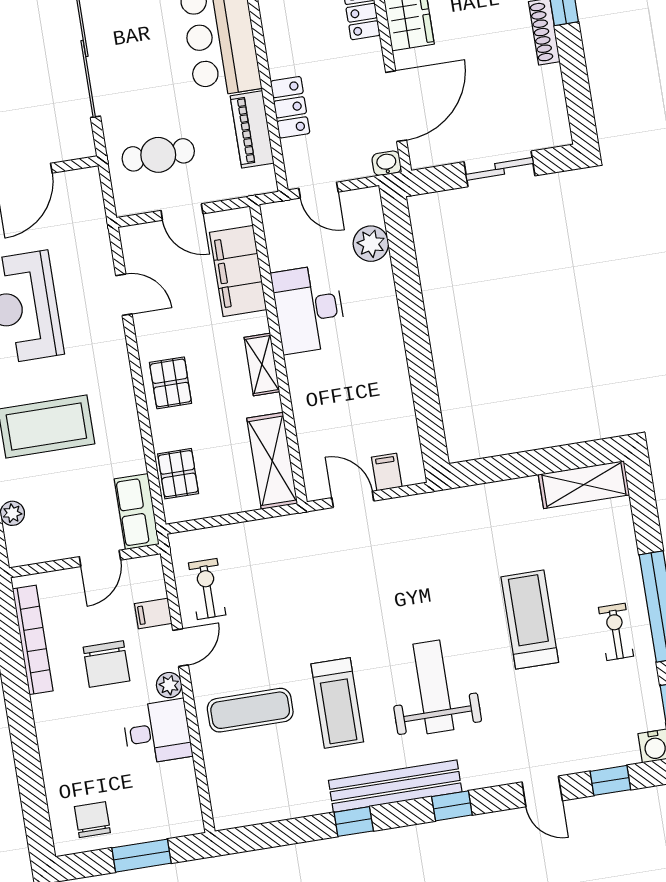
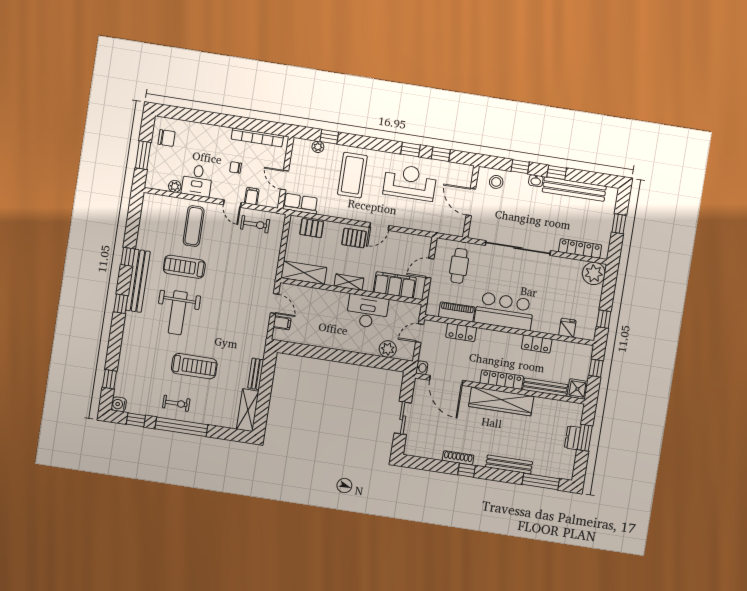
door: (124, 295) -> (379, 226), moved
bench: (506, 492) -> (256, 374), added
door: (353, 499) -> (275, 304), hinge flipped
chair: (106, 664) -> (236, 167), width x0.54, depth x0.54
plant: (169, 685) -> (175, 186), moved
weight bench: (433, 687) -> (178, 313), turned 90
door: (542, 791) -> (114, 347), removed

